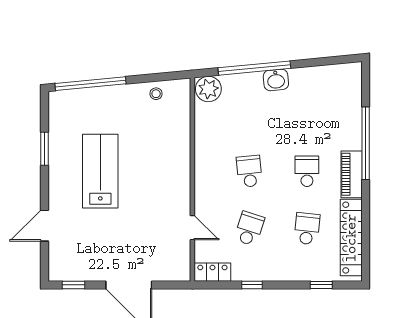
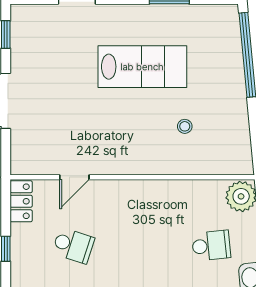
stool: (156, 94) -> (185, 126), moved
school desk: (249, 171) -> (211, 246), moved

